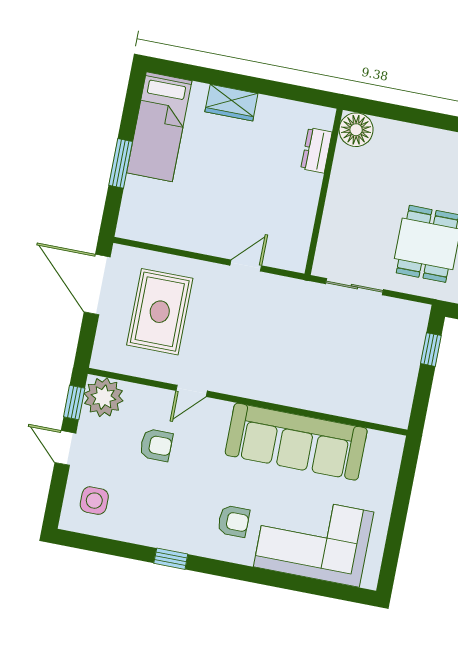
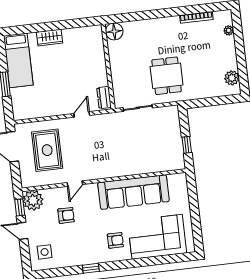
dresser: (316, 150) -> (104, 98), moved
window: (431, 350) -> (187, 145), moved

